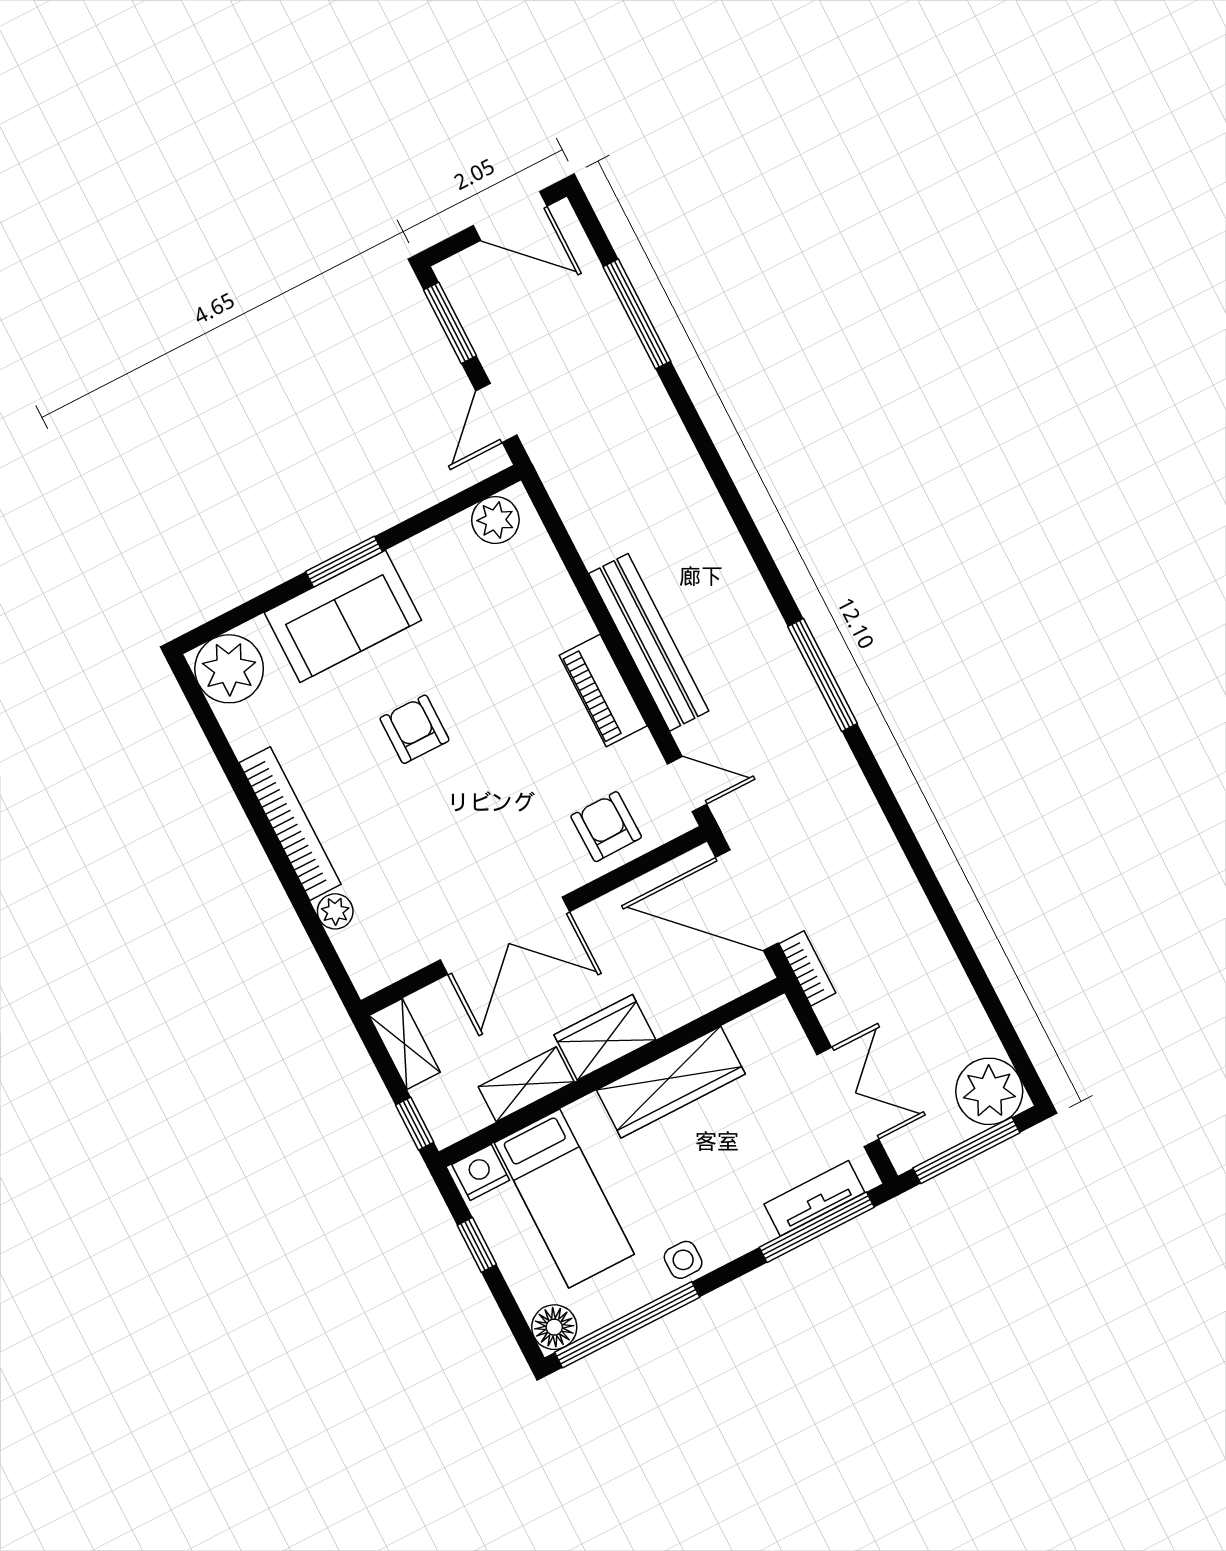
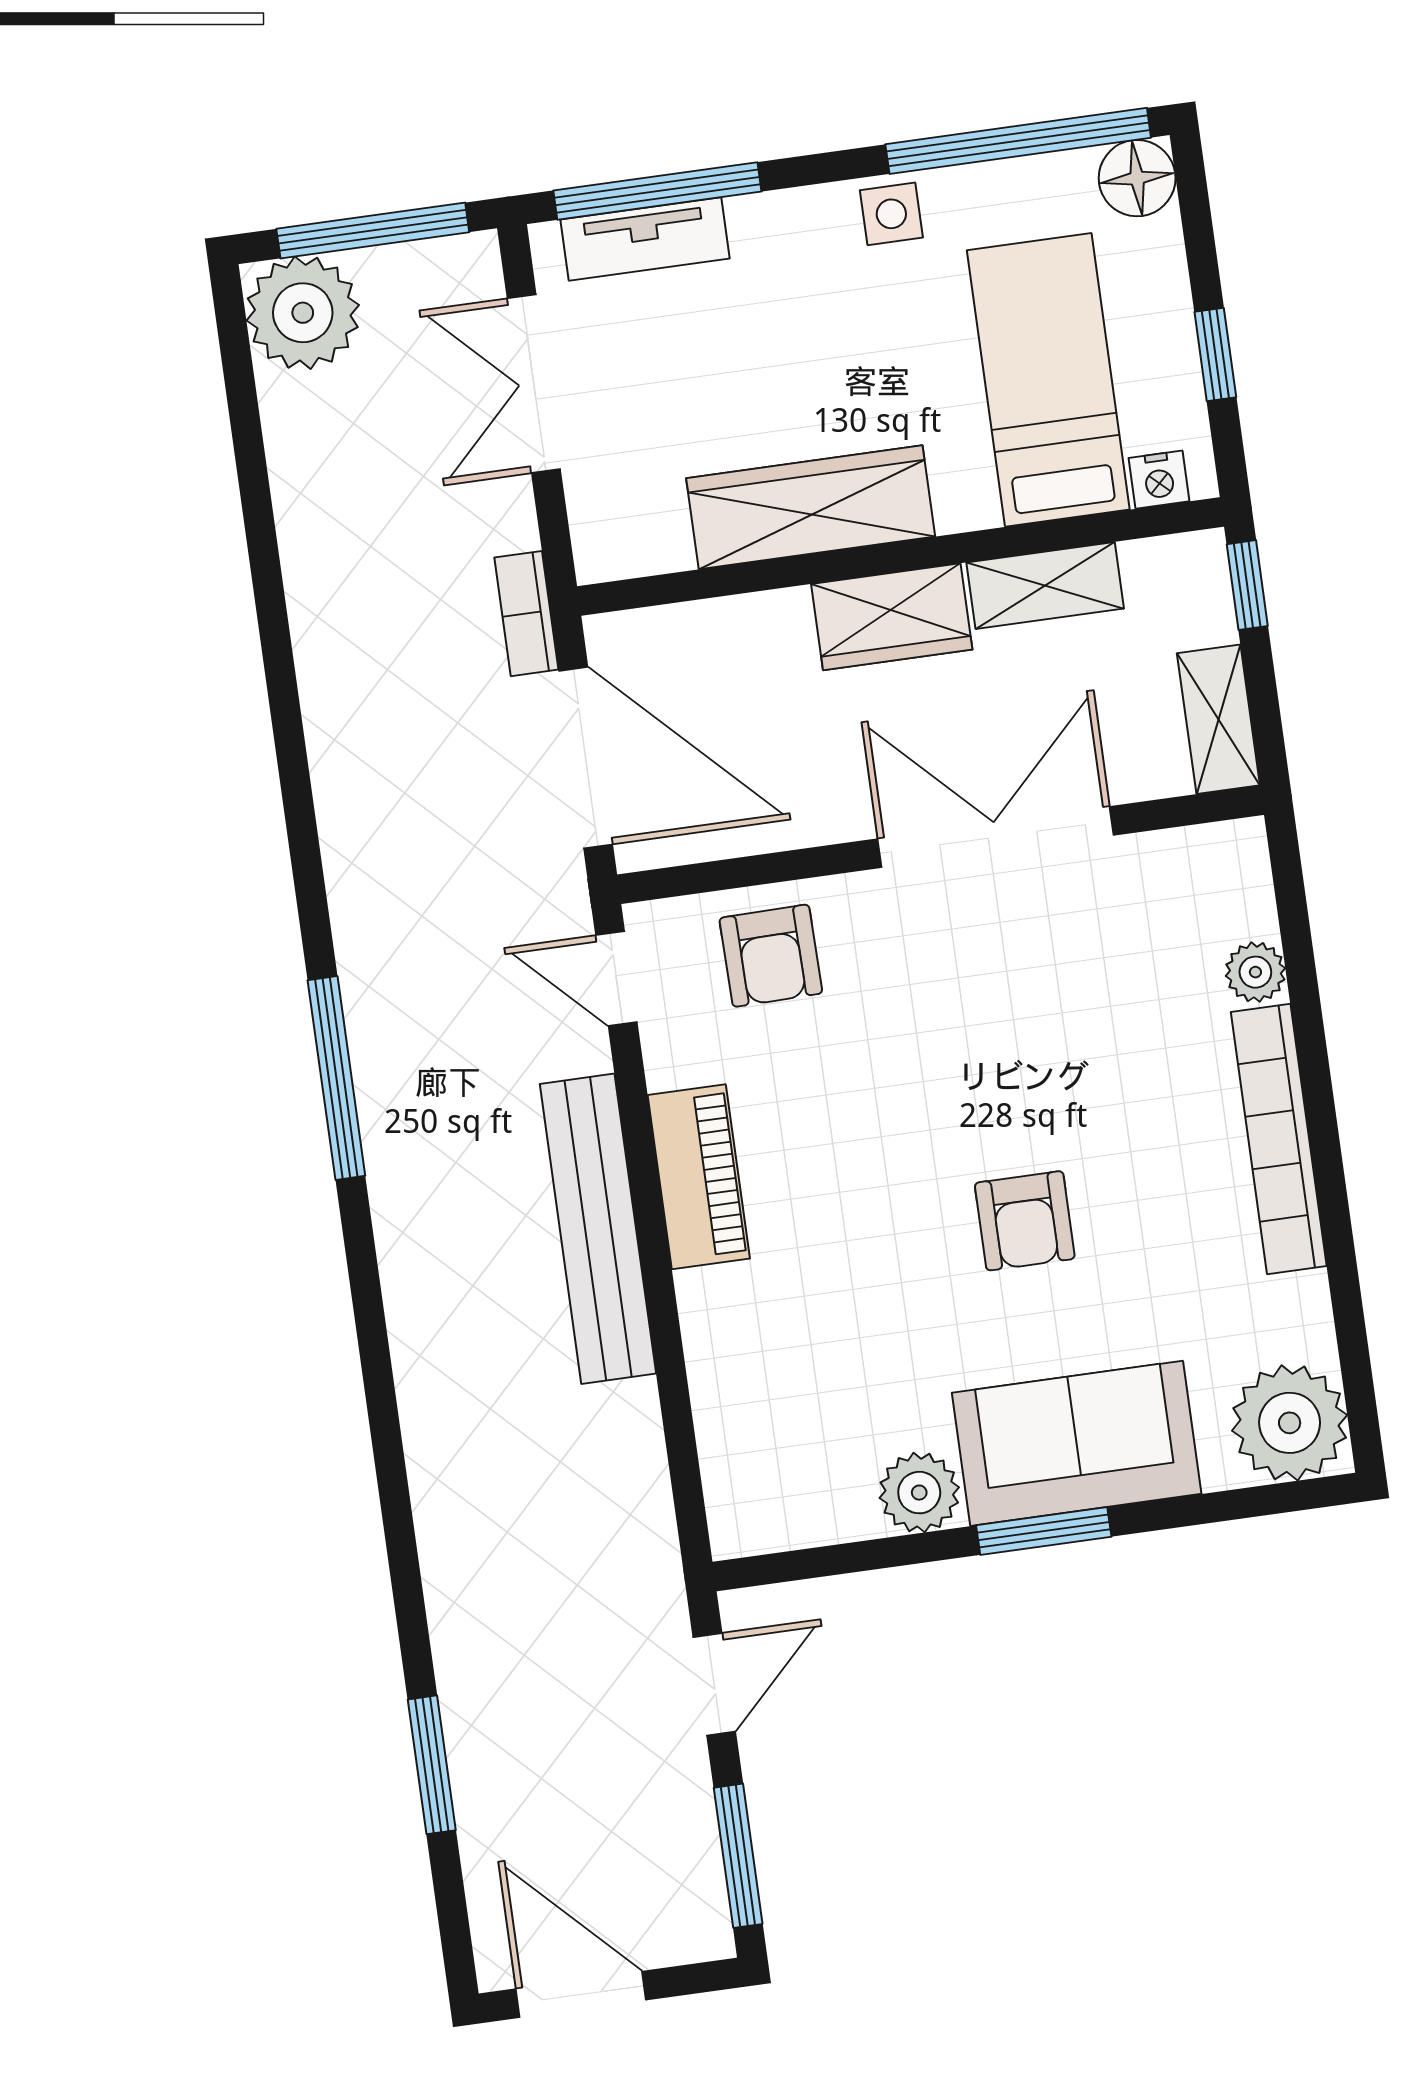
window: (637, 314) -> (432, 1765), width x0.69
plant: (495, 520) -> (919, 1493), moved
nightstand: (481, 1172) -> (1159, 480), width x0.72, depth x0.74

